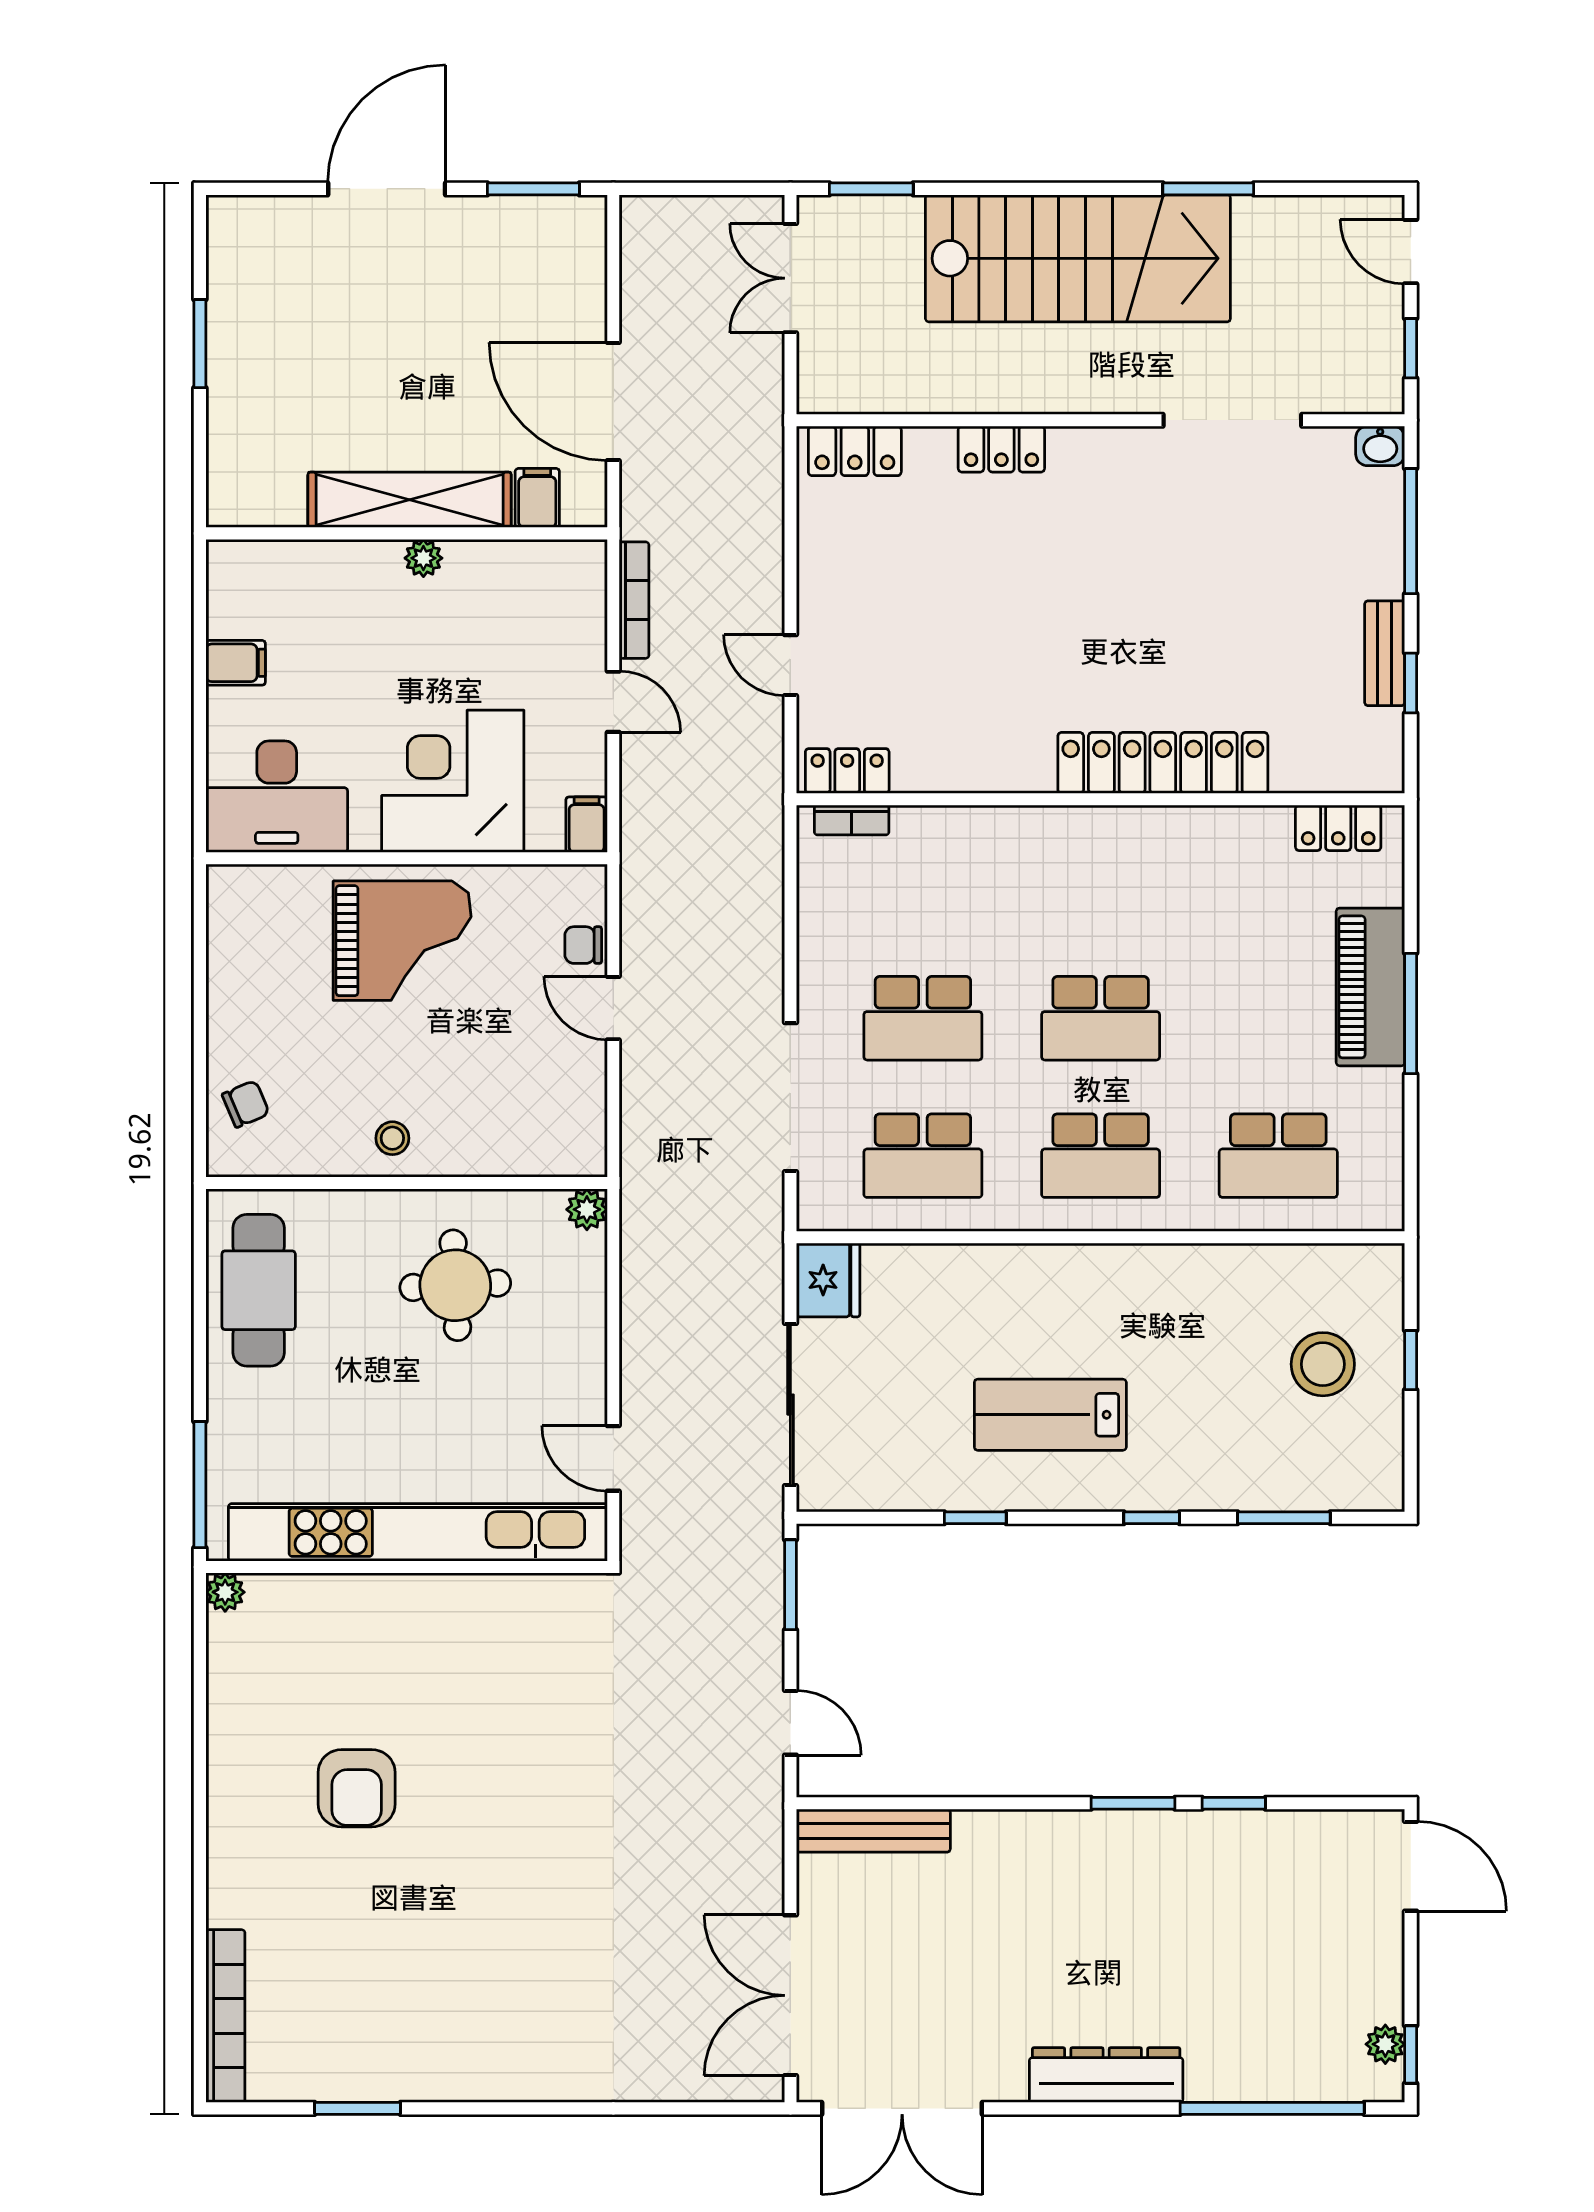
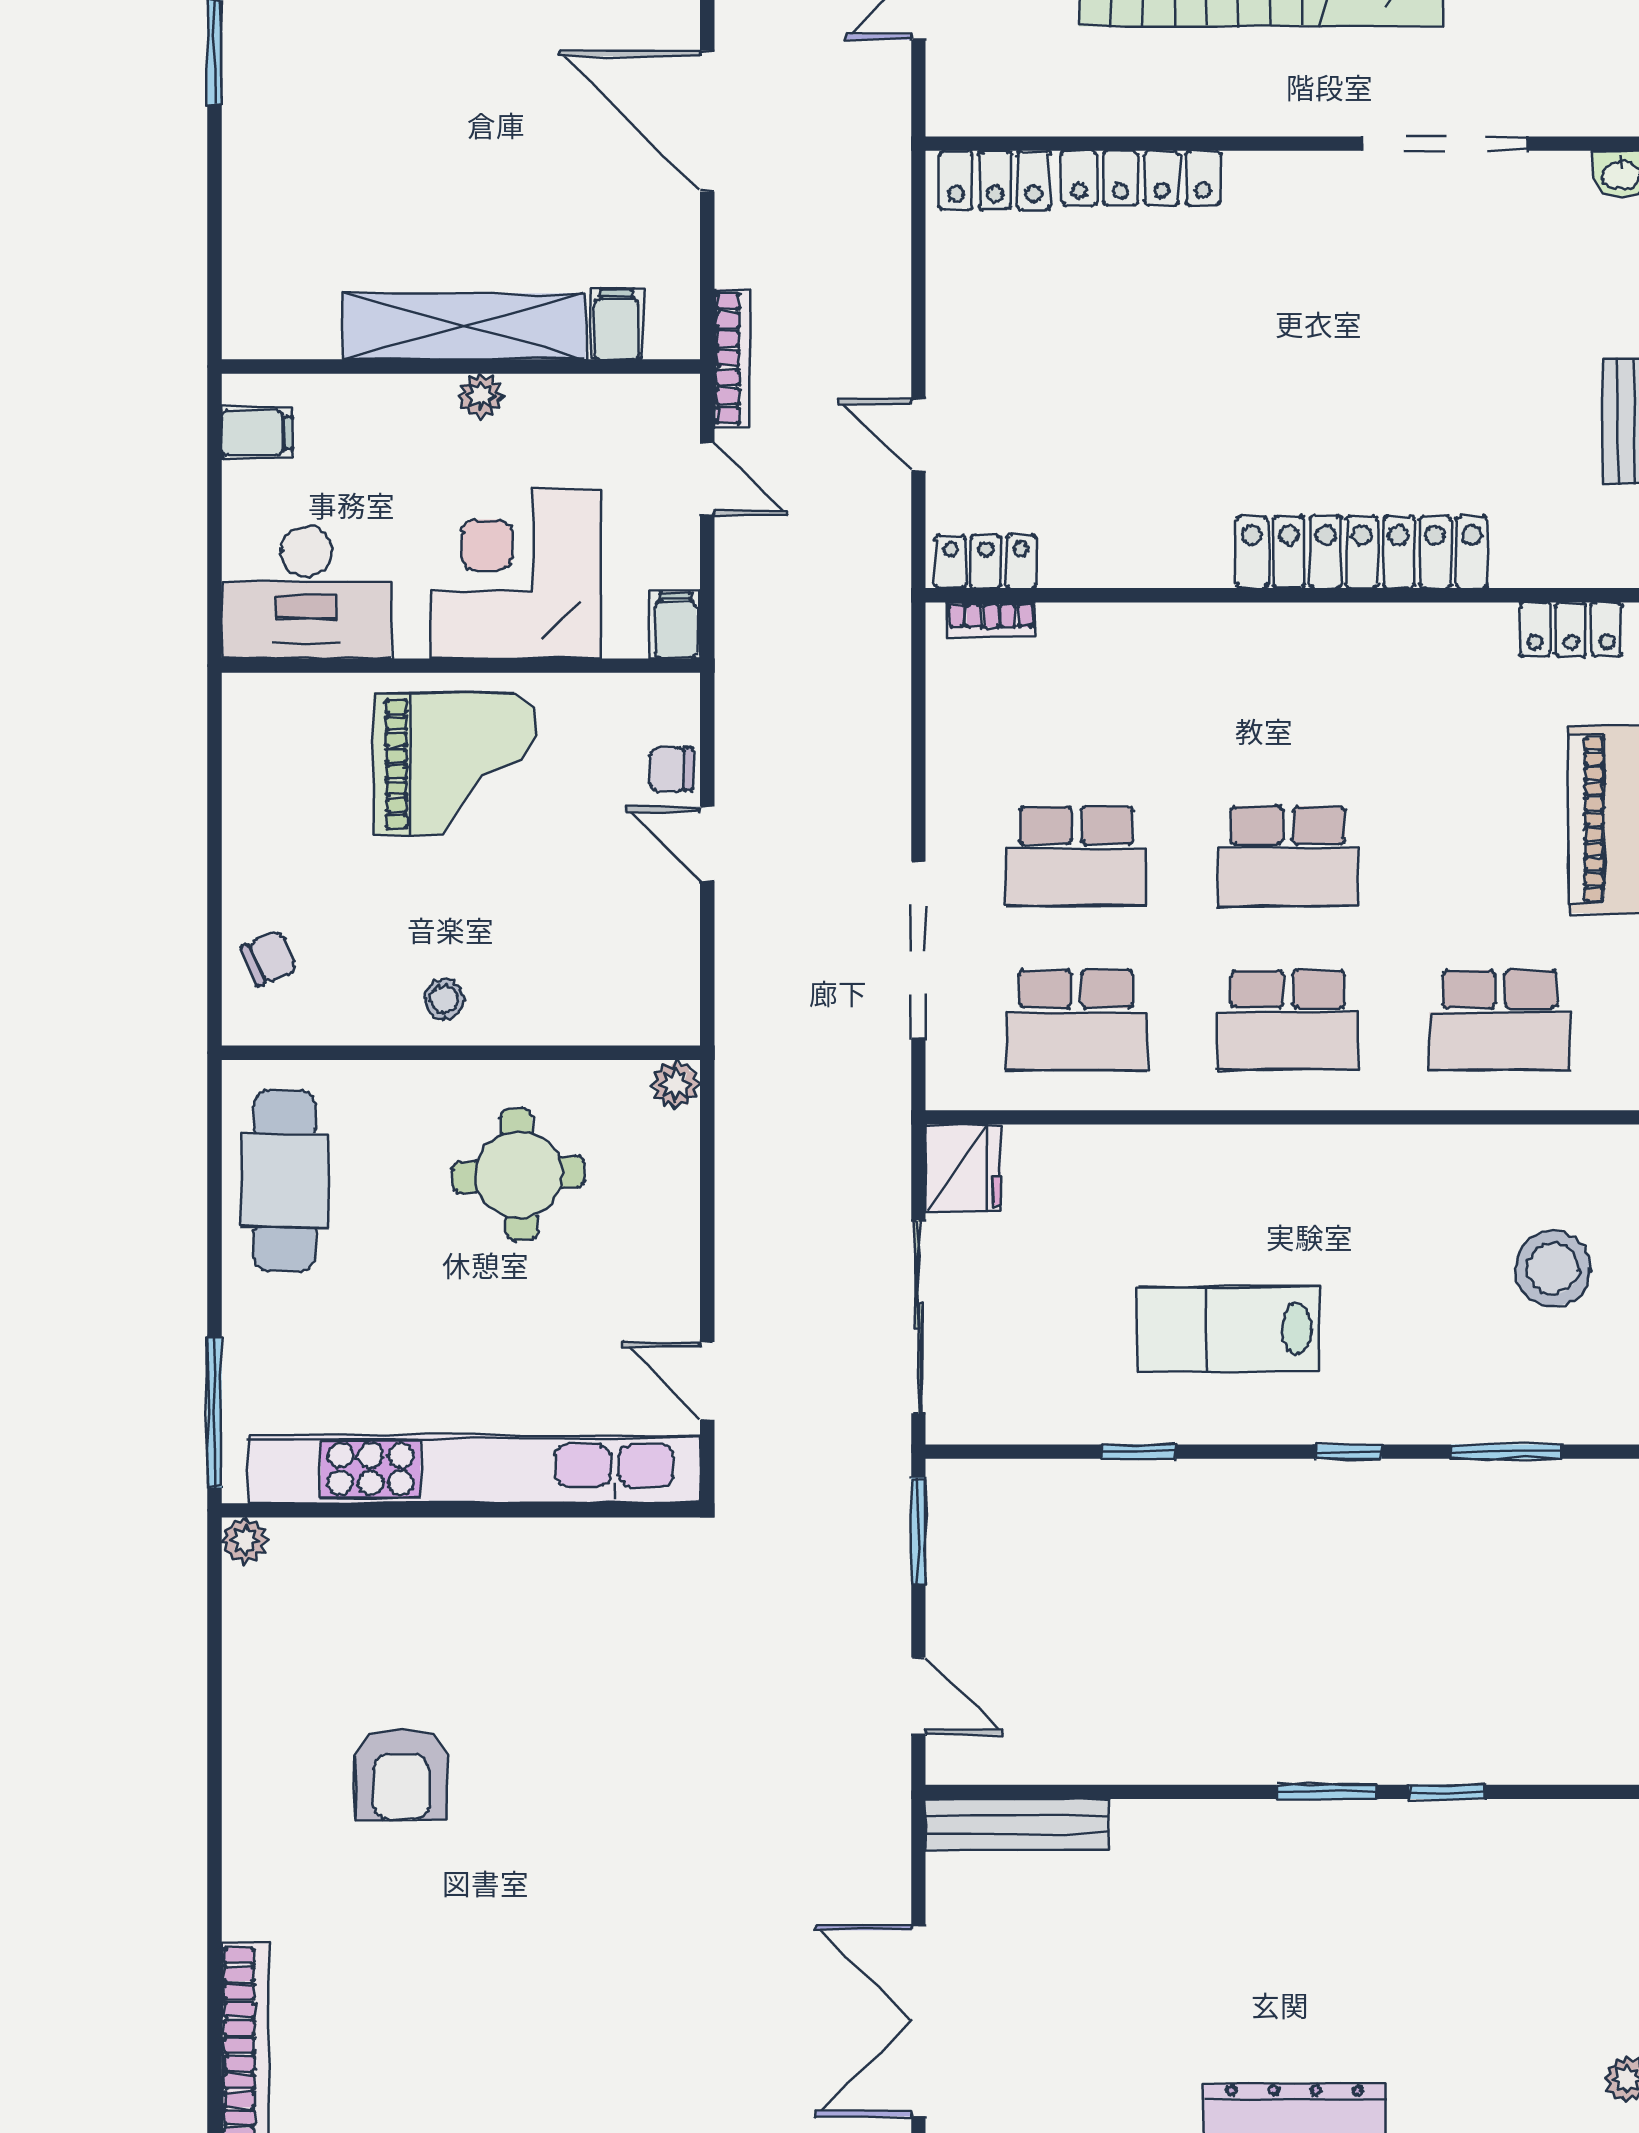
locker: (1001, 449) -> (1141, 178), width x1.53
filing cabinet: (537, 498) -> (617, 324), moved
shelving: (410, 500) -> (464, 326), moved
wall: (407, 533) -> (461, 366), moved
plant: (423, 558) -> (481, 396), moved

